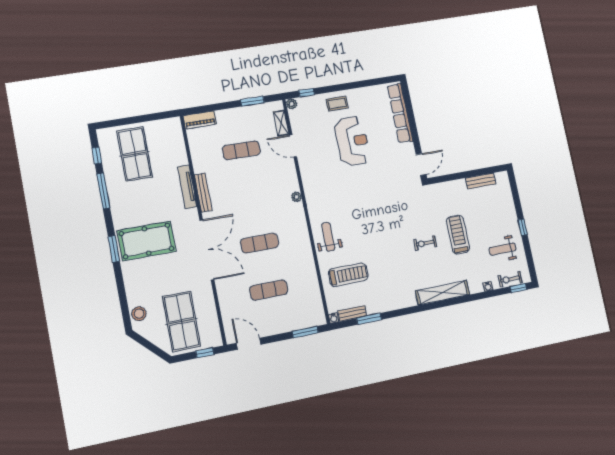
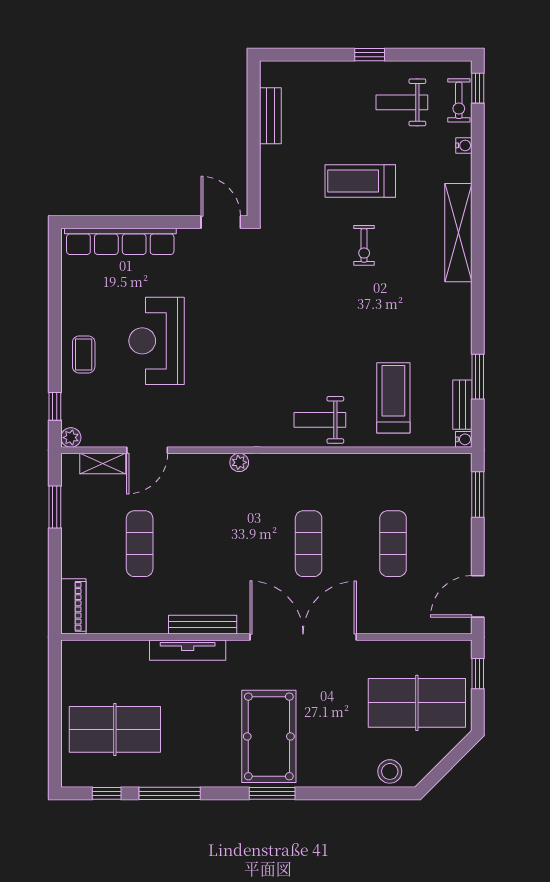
reception desk: (352, 141) -> (157, 341), turned -90
weight bench: (503, 249) -> (402, 102), turned 90

